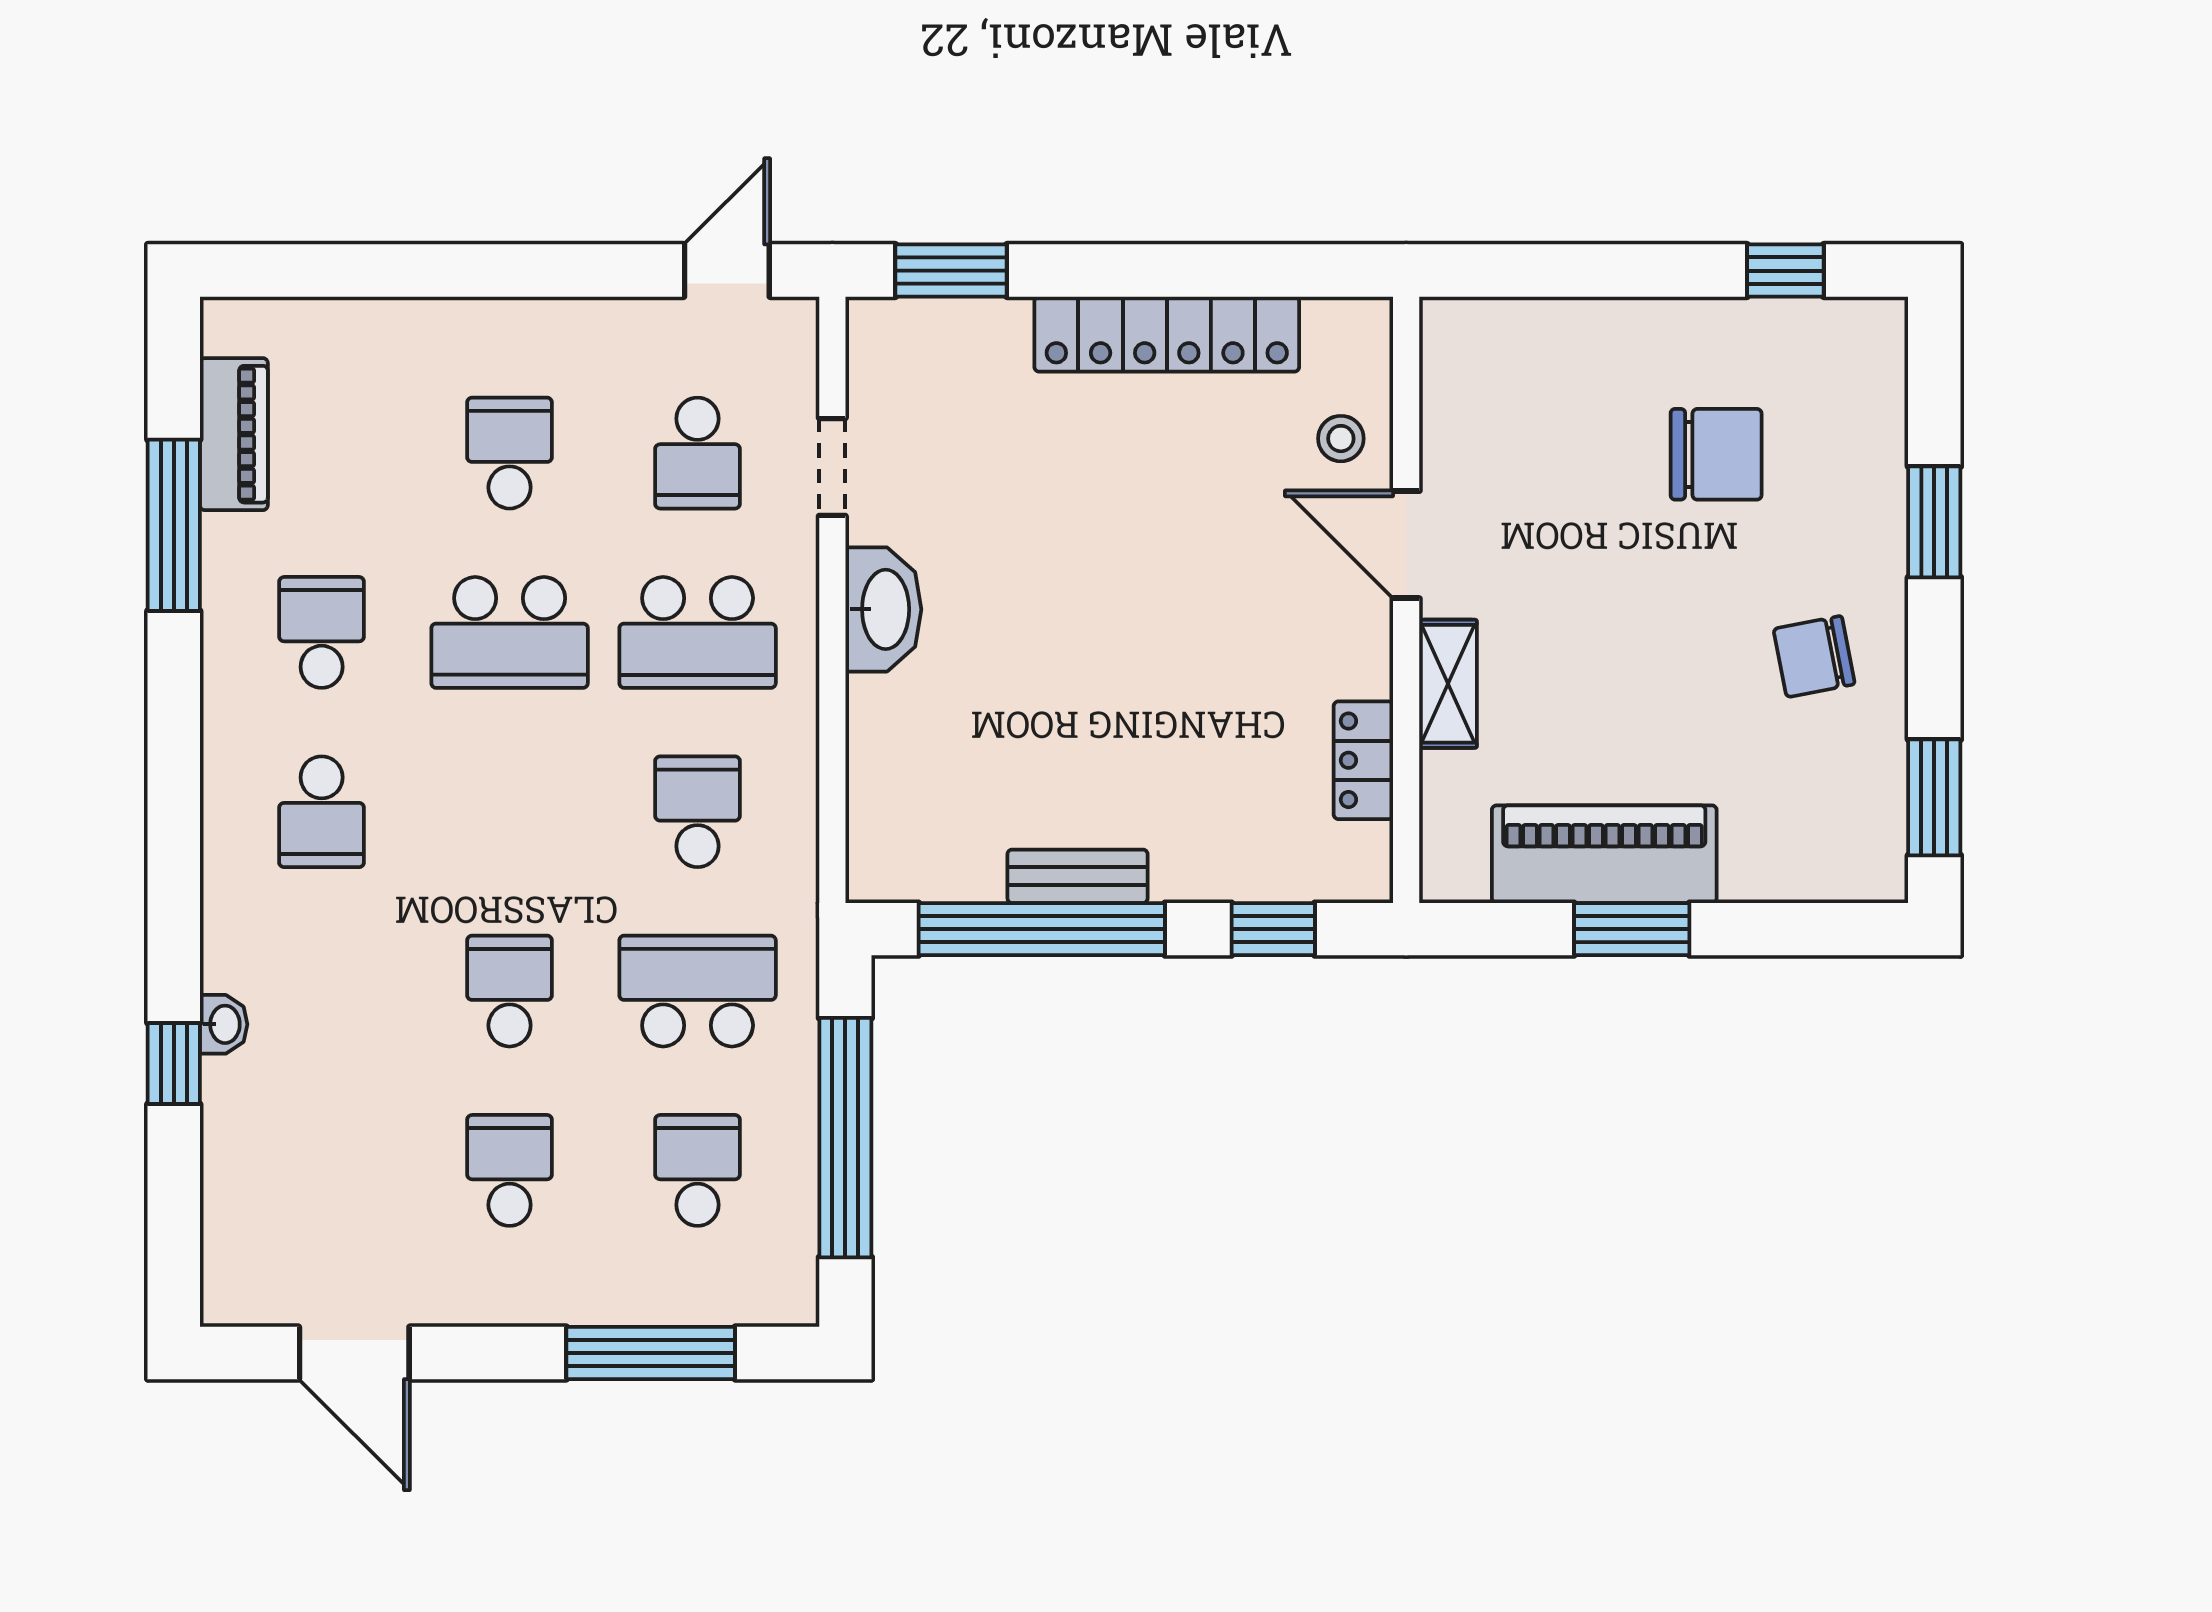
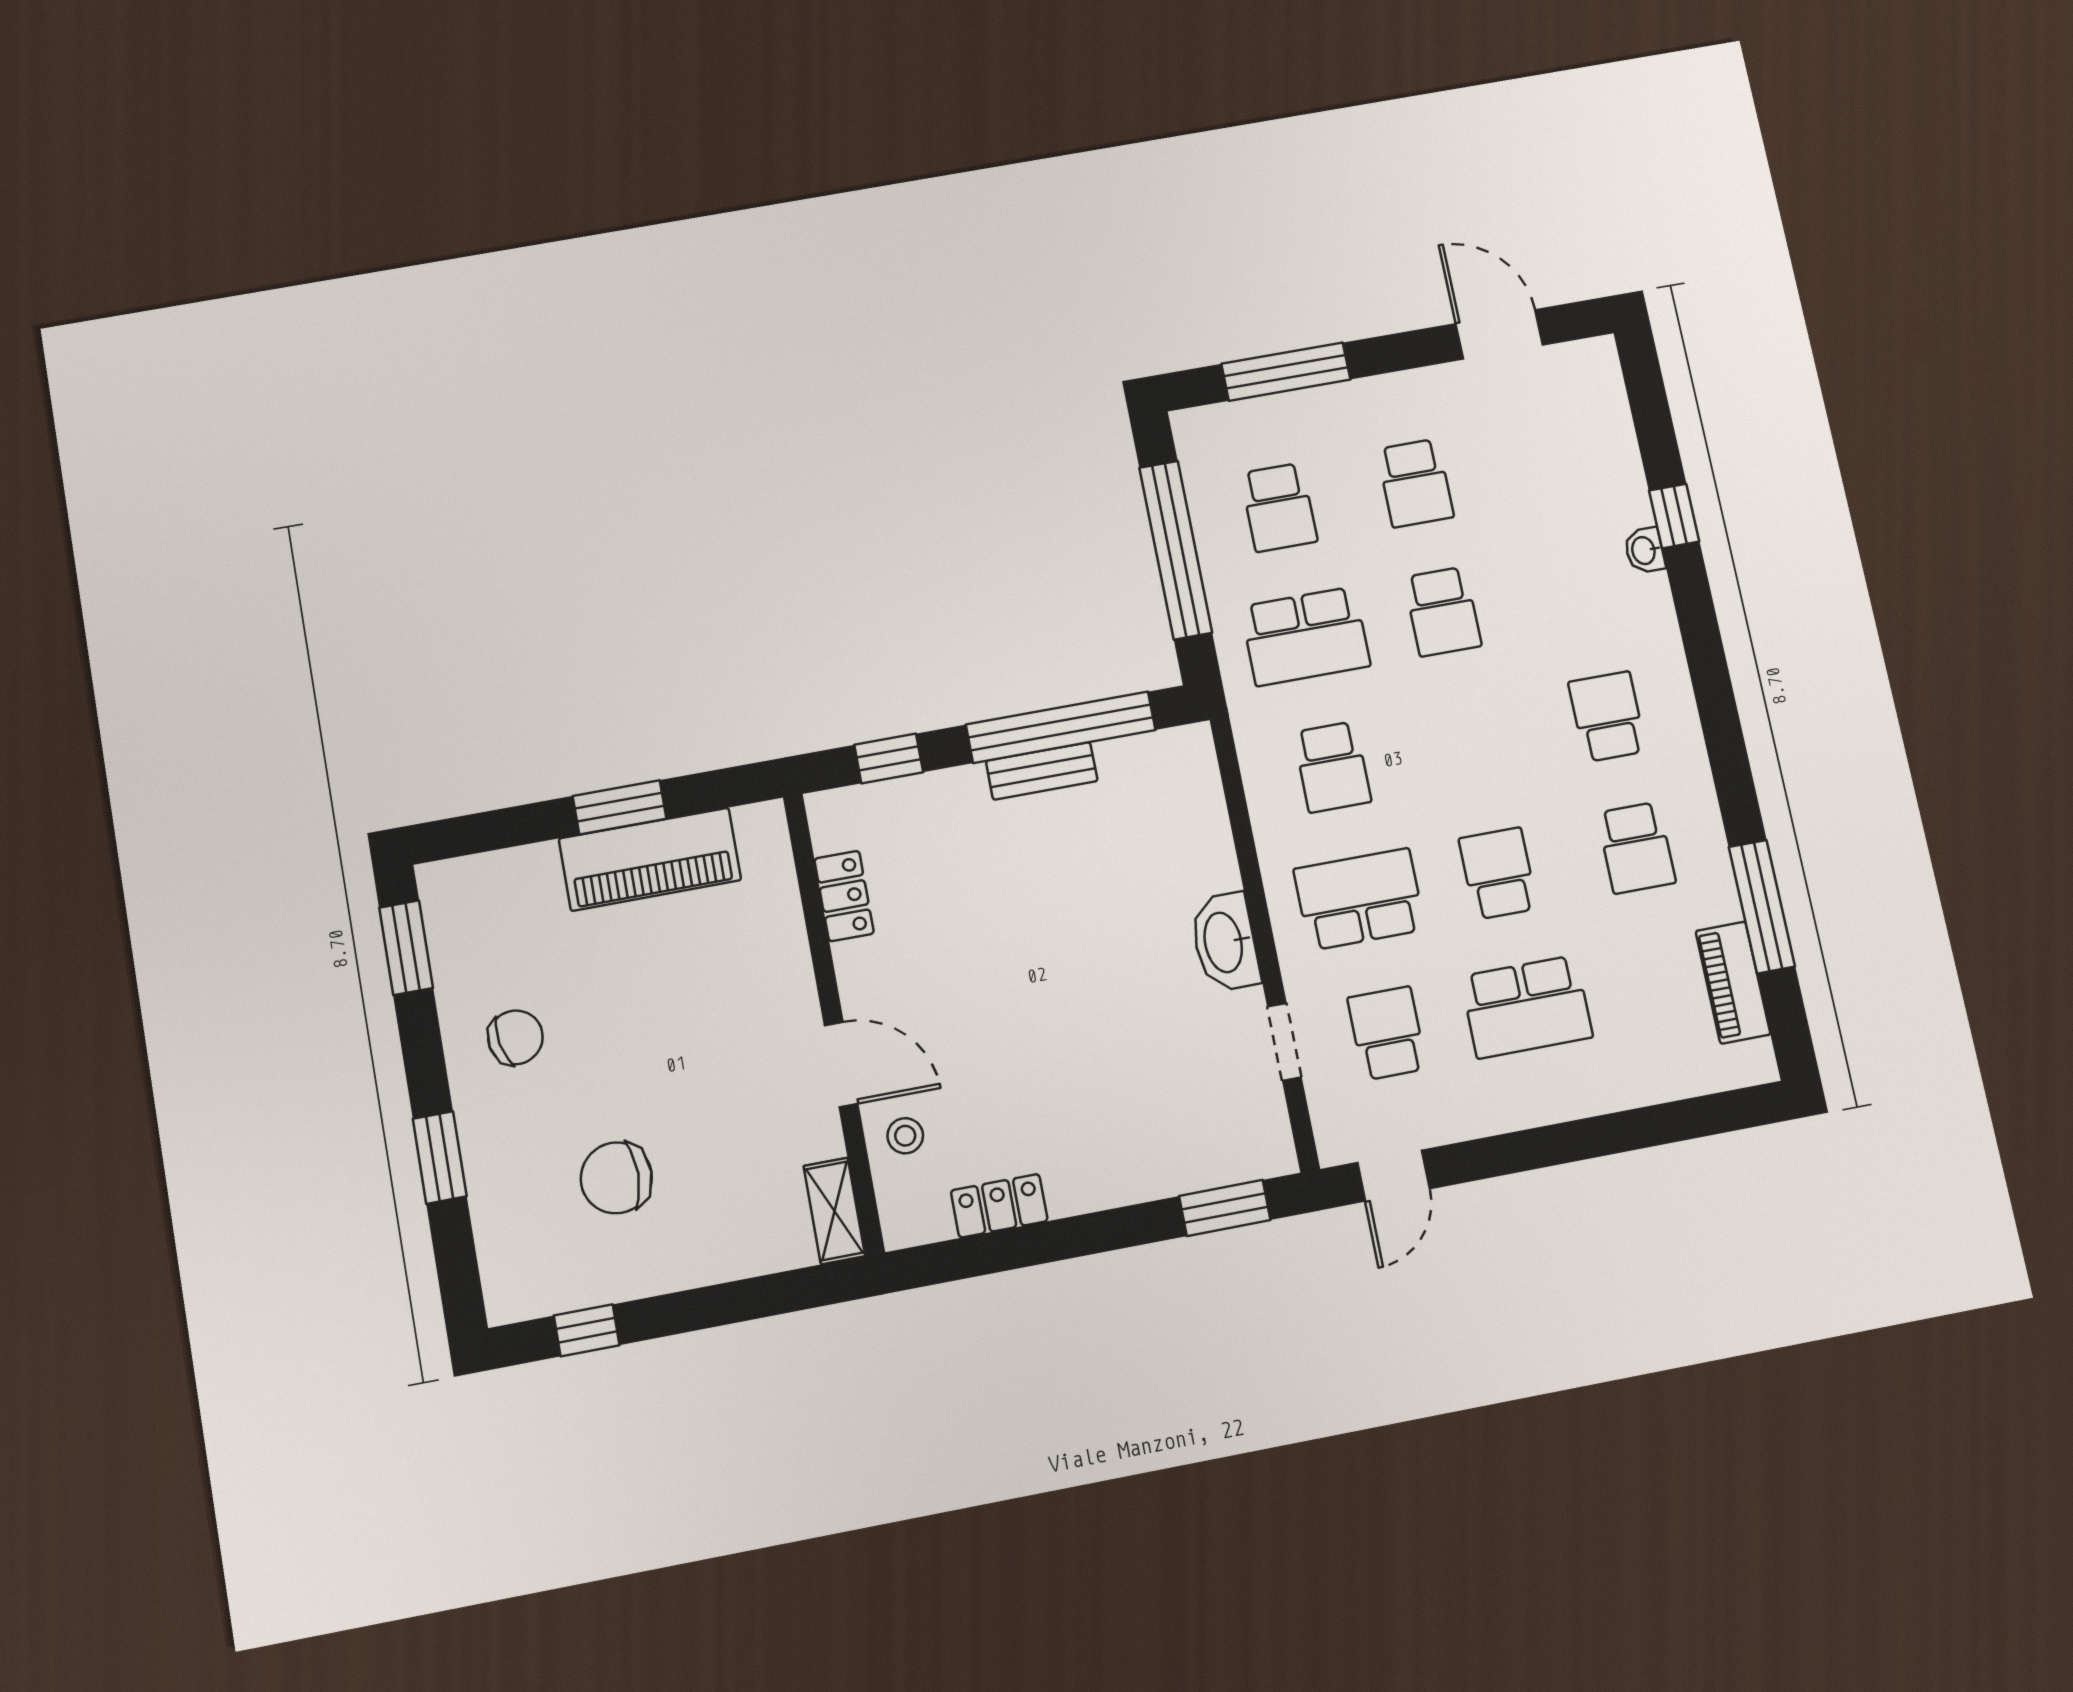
locker: (1167, 334) -> (999, 1206), width x0.46, depth x0.83
school desk: (510, 453) -> (1527, 1007), width x1.85
school desk: (510, 632) -> (1498, 873), width x0.54
shelving: (1448, 684) -> (834, 1211), moved

